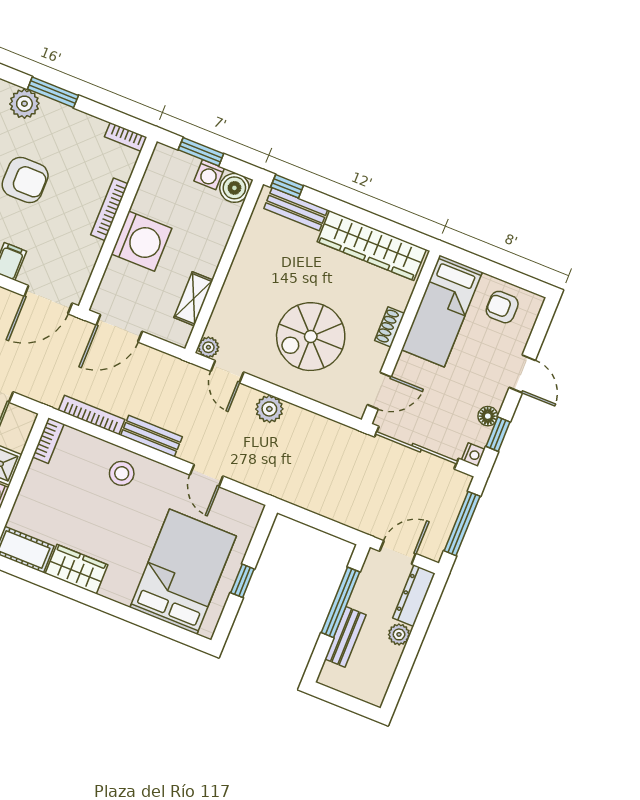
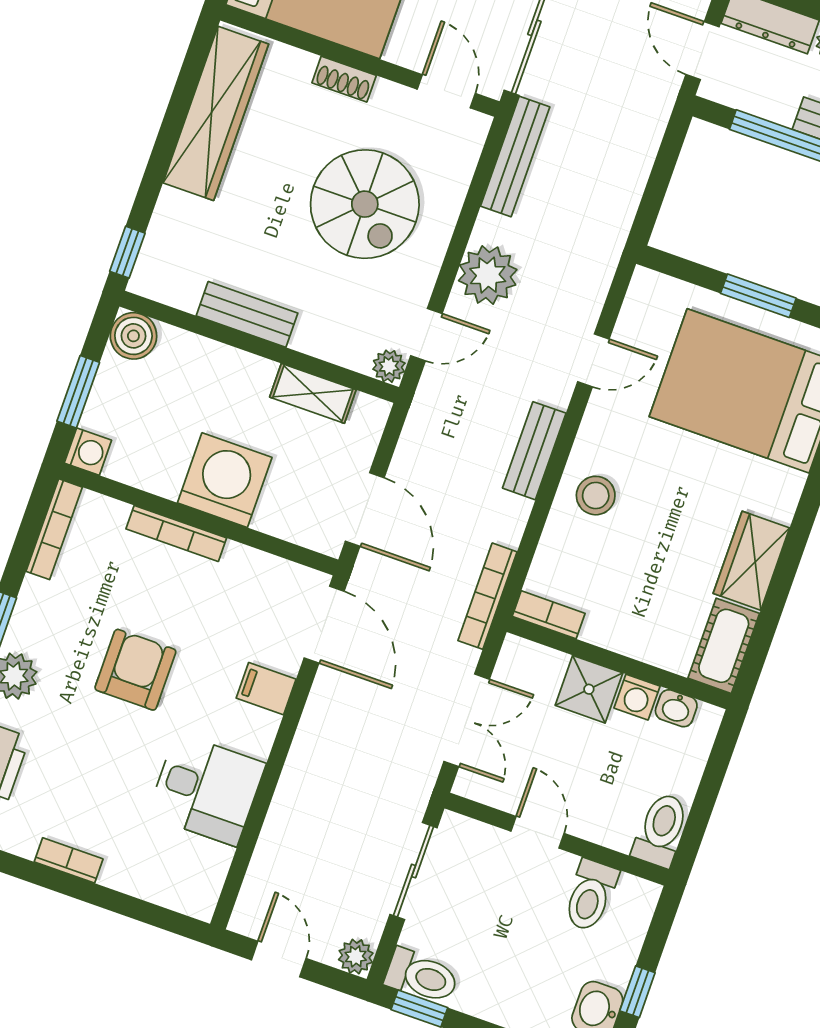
bookcase: (126, 137) -> (54, 529), width x1.56
washing machine: (209, 175) -> (88, 452), moved
bench: (296, 209) -> (247, 314), moved, turned 90
plant: (269, 409) -> (488, 275), width x1.36, depth x1.36
bookcase: (92, 415) -> (488, 596), moved
bench: (336, 432) -> (515, 156), added
window: (242, 581) -> (758, 296), width x1.50

